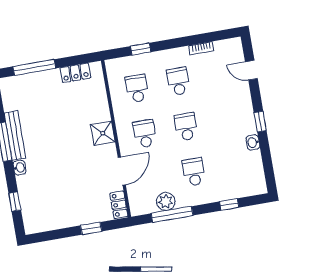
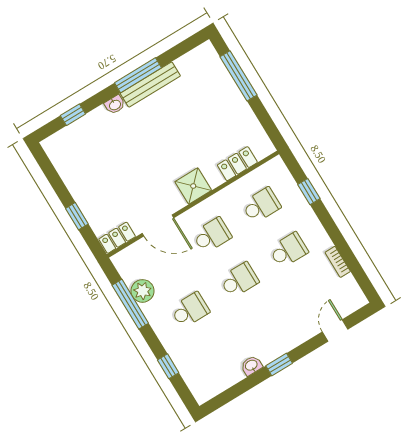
locker: (75, 73) -> (237, 164), moved, turned 90

